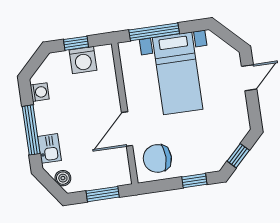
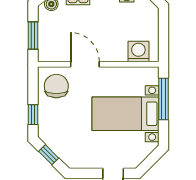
window: (76, 43) -> (164, 32), removed
washing machine: (83, 60) -> (138, 51), moved, turned 90

